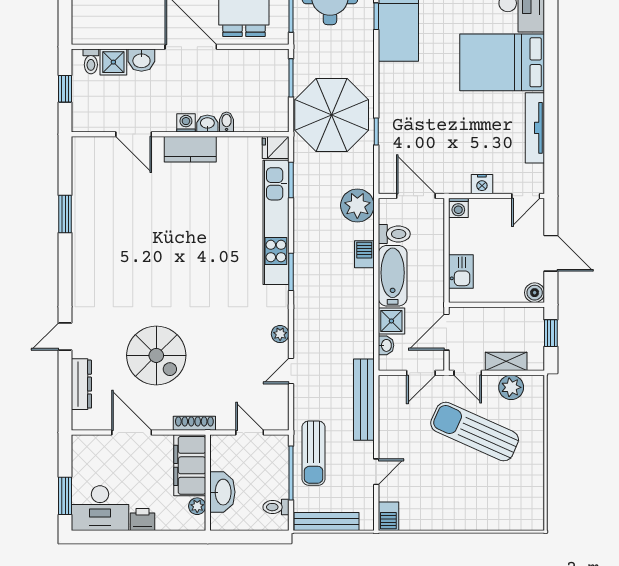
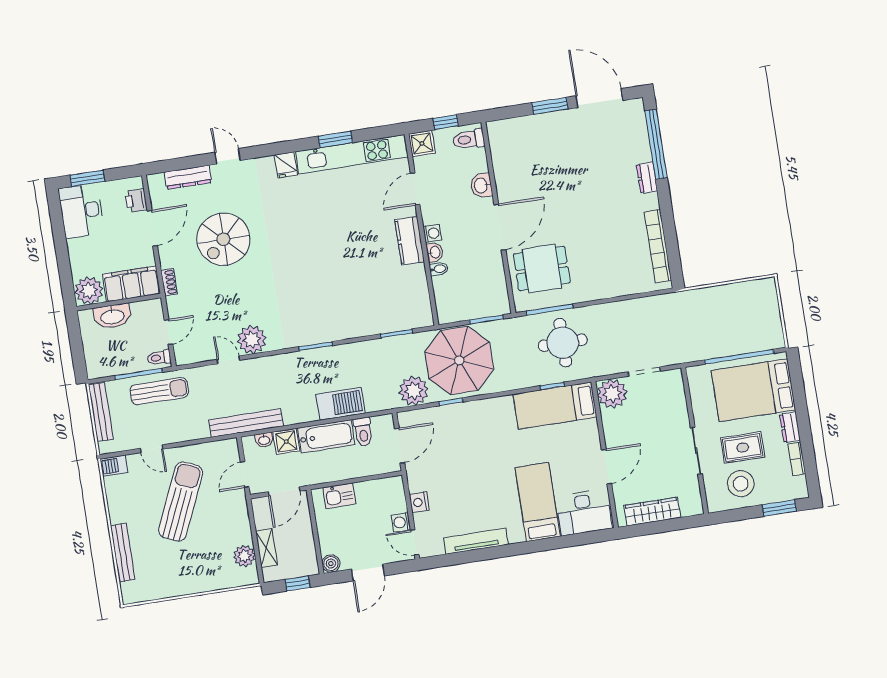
toilet: (91, 61) -> (469, 139), width x1.37, depth x1.39
shower: (113, 62) -> (422, 143), moved
bed: (502, 62) -> (538, 502), width x0.67
fridge: (276, 147) -> (286, 165), moved, turned 180
plant: (357, 205) -> (414, 391), moved
washing machine: (458, 208) -> (401, 522), moved
kitchen unit: (276, 222) -> (352, 154), moved, turned 180
barbecue: (364, 254) -> (341, 404), width x1.88, depth x1.53
door: (446, 332) -> (284, 491), swing flipped
plant: (280, 334) -> (252, 340), width x1.88, depth x1.88
door: (421, 373) -> (245, 475), hinge flipped
door: (468, 373) -> (251, 516), removed
bench: (364, 400) -> (246, 423), moved
shoe rack: (194, 423) -> (169, 282), width x0.70
sun lounger: (475, 432) -> (181, 502), moved
sun lounger: (314, 453) -> (159, 391), turned 180
plant: (197, 506) -> (89, 291), width x1.88, depth x1.88
toilet: (276, 507) -> (159, 358), moved, turned -90
printer: (143, 519) -> (136, 201), moved, turned 180
bench: (486, 522) -> (123, 553), added

